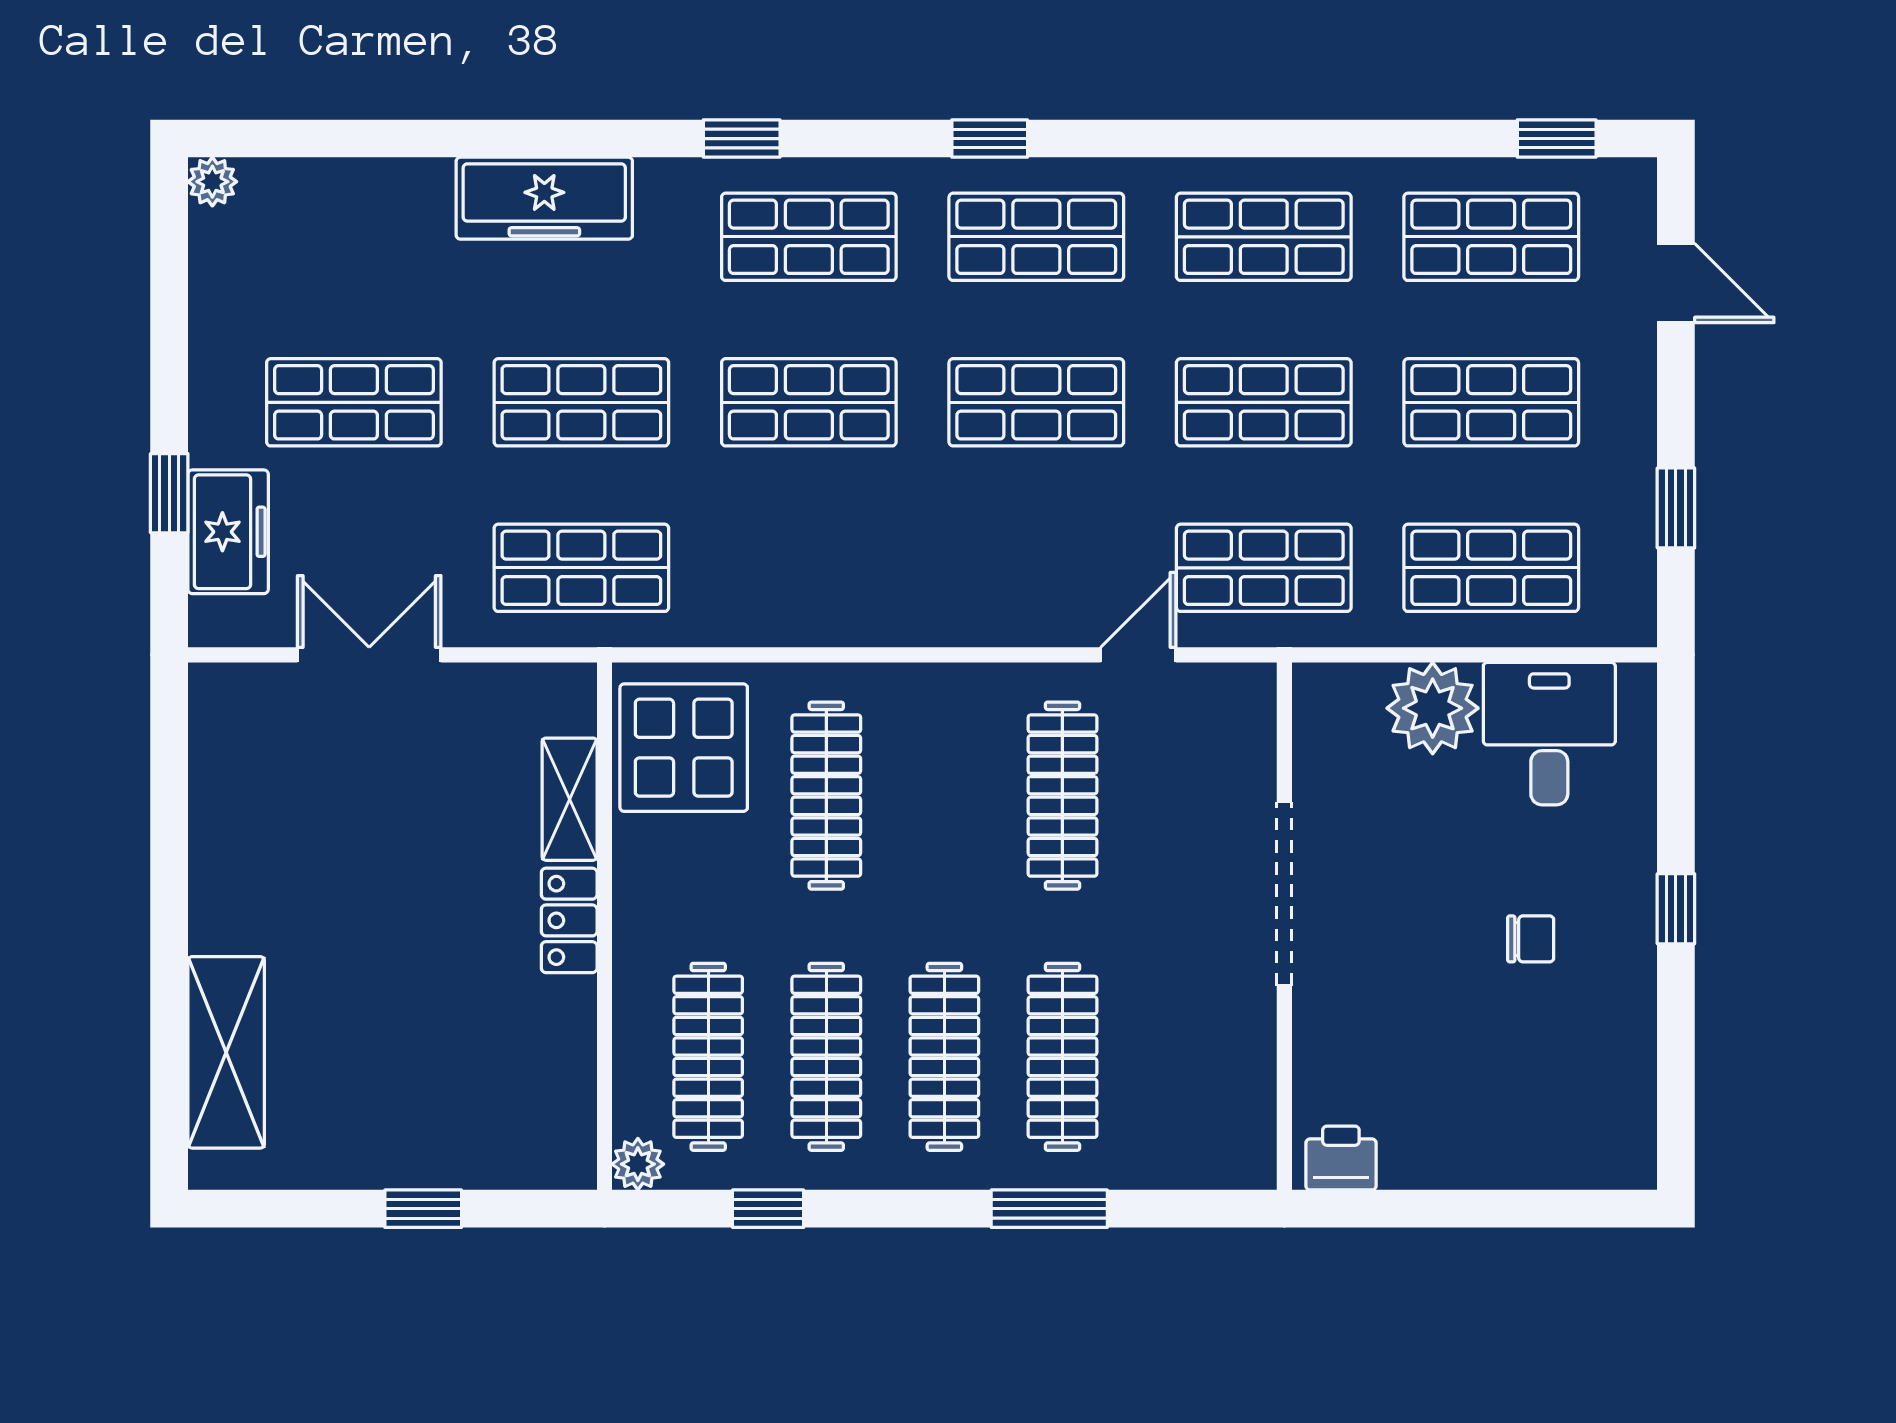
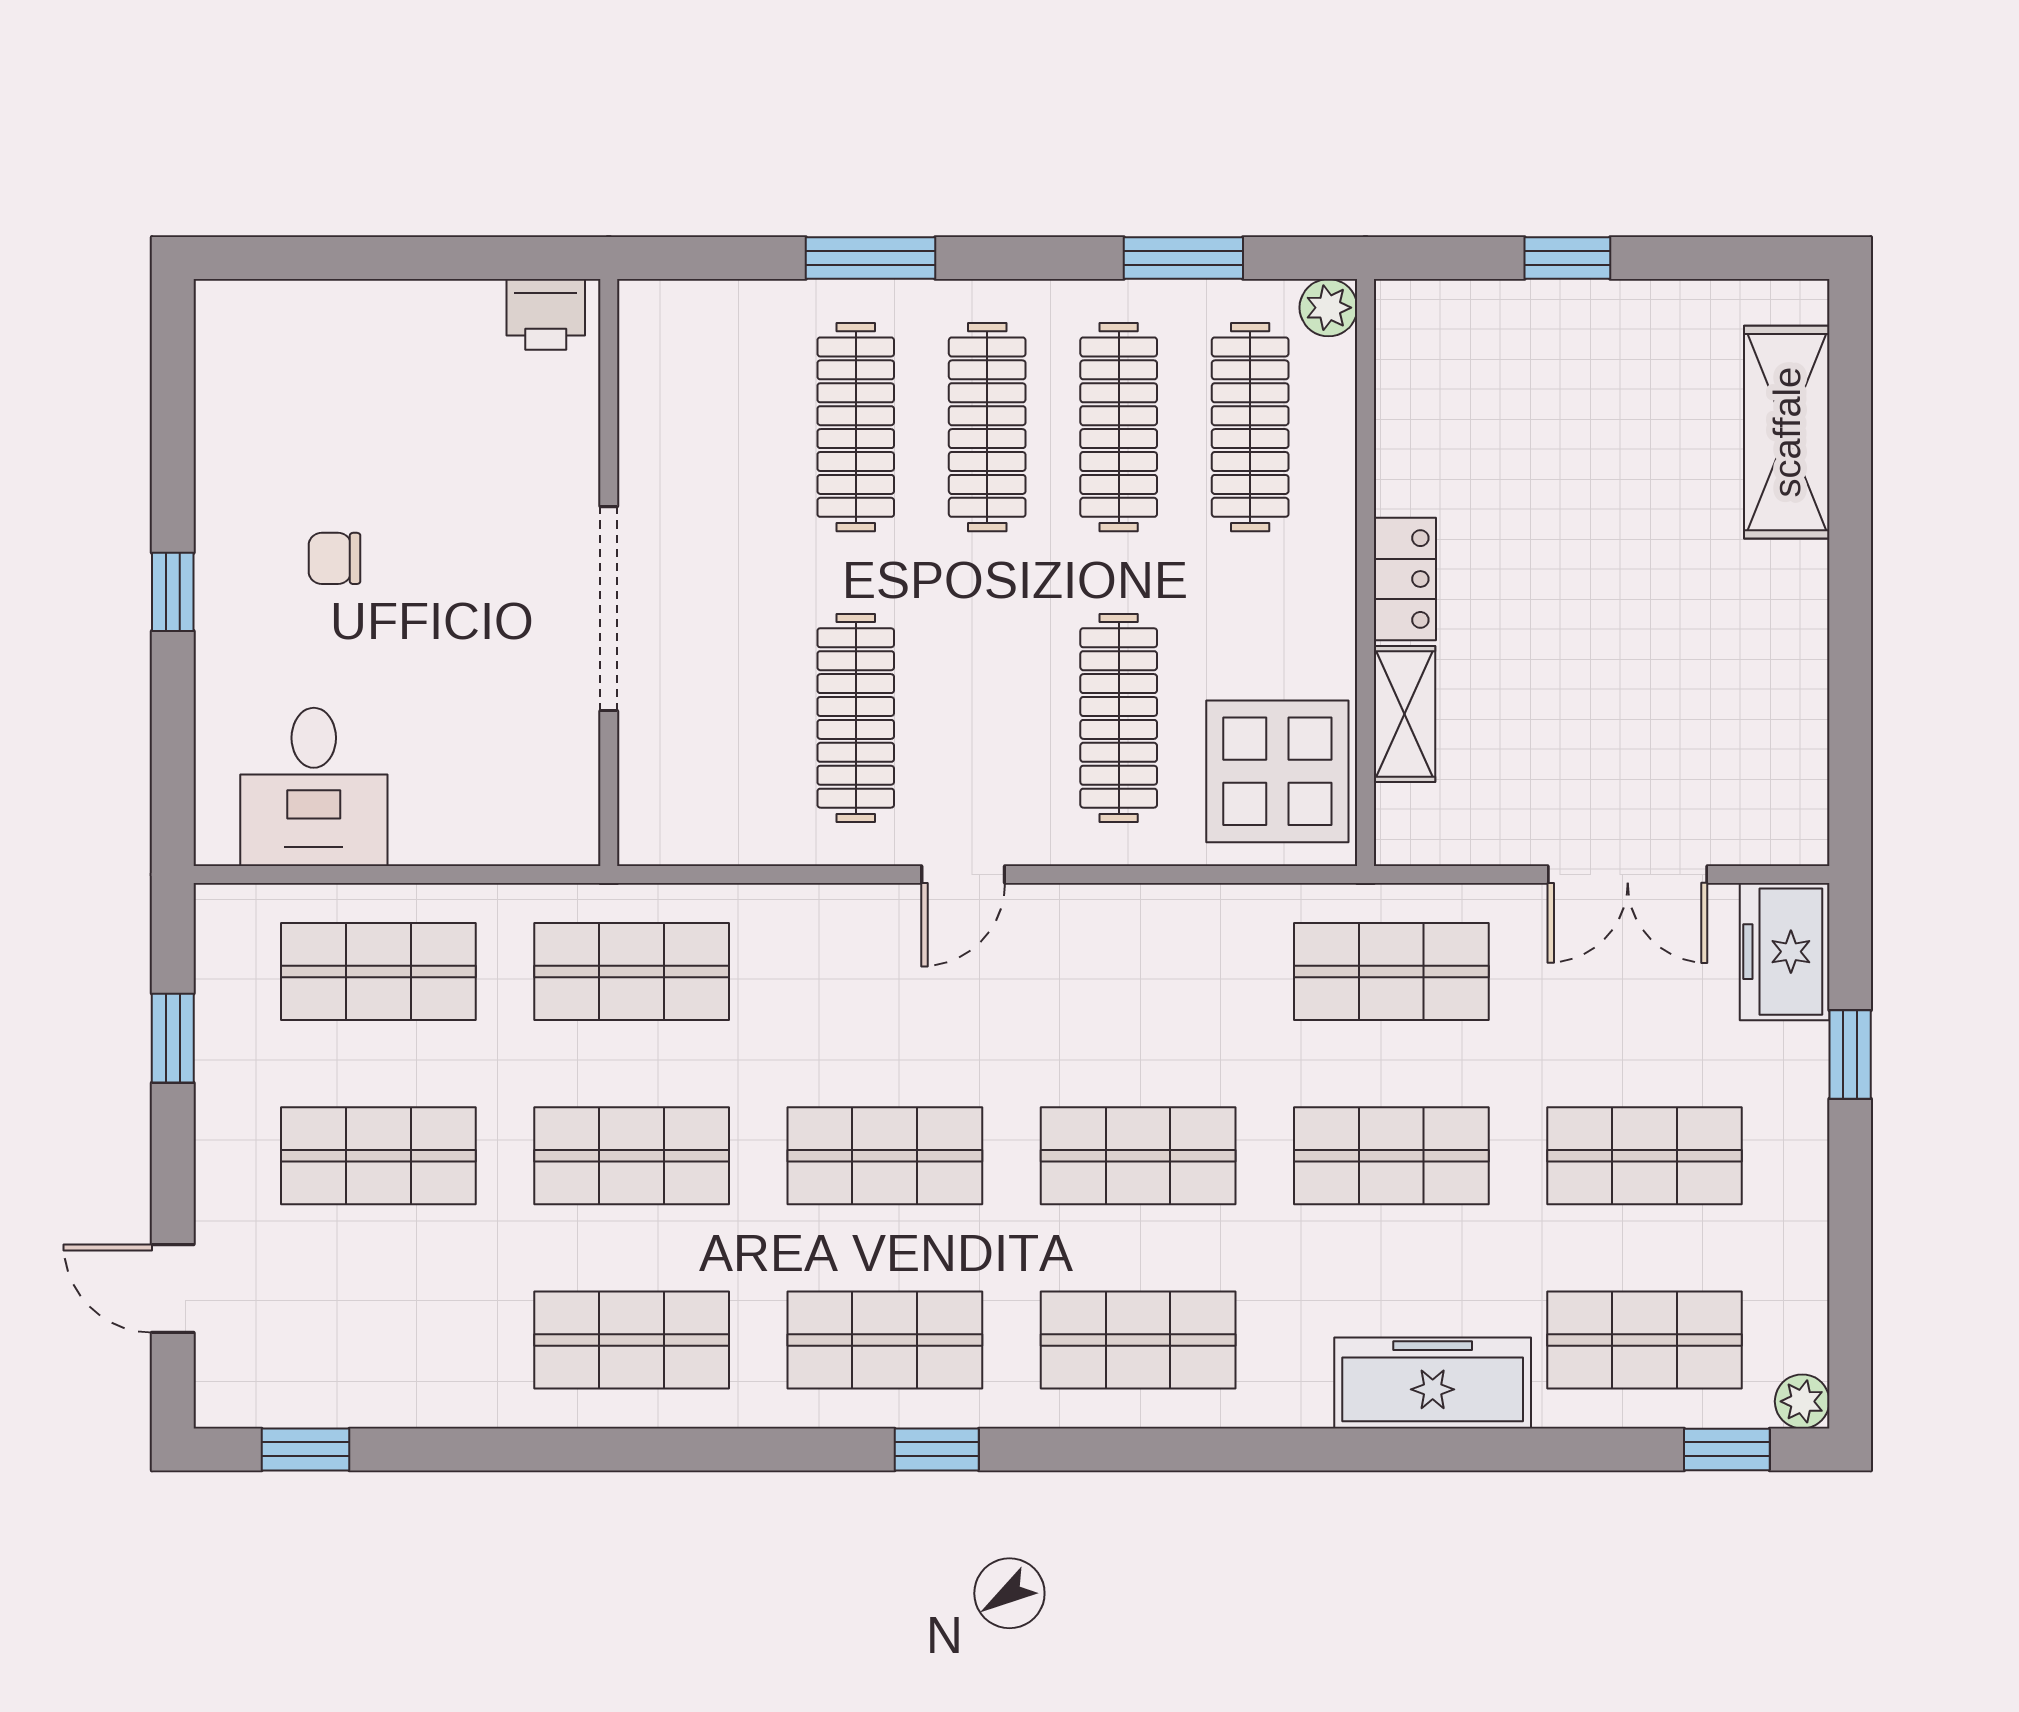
window: (742, 139) -> (1727, 1449), moved
shop shelf: (1491, 237) -> (1645, 1340), moved
freezer: (228, 532) -> (1785, 952), moved
door: (1138, 655) -> (963, 875), moved
plant: (1433, 708) -> (444, 815), removed
window: (768, 1209) -> (1183, 258), width x1.50

